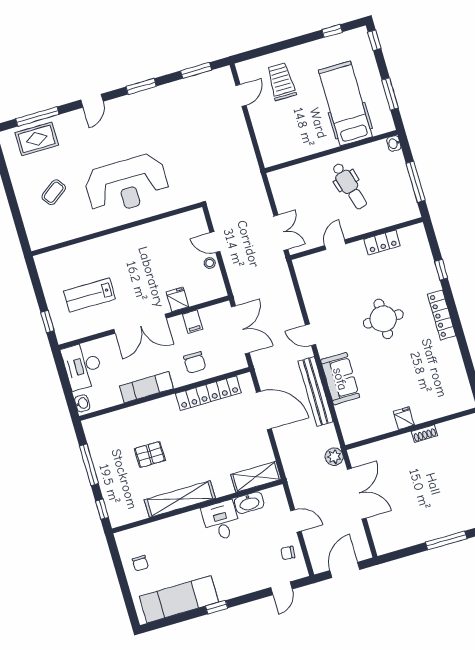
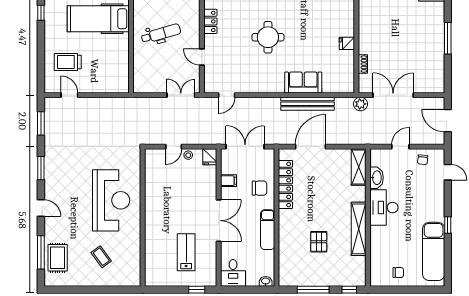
lab bench: (90, 295) -> (186, 252), turned 180
fridge: (177, 299) -> (210, 157), moved, turned -90
door: (311, 335) -> (227, 95), moved
desk: (83, 366) -> (233, 273), width x0.73
shoe rack: (424, 433) -> (363, 64), moved
desk: (221, 521) -> (384, 208), width x1.37

